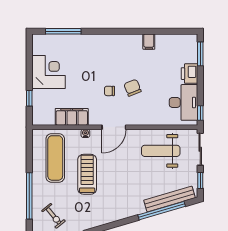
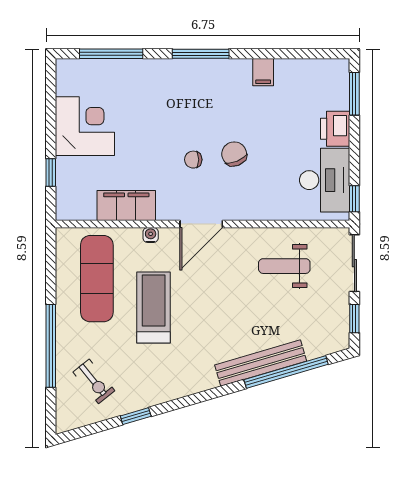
window: (114, 31) -> (201, 54), added
weight bench: (161, 151) -> (284, 266), width x0.73, depth x0.75
bench: (170, 199) -> (261, 363), moved

